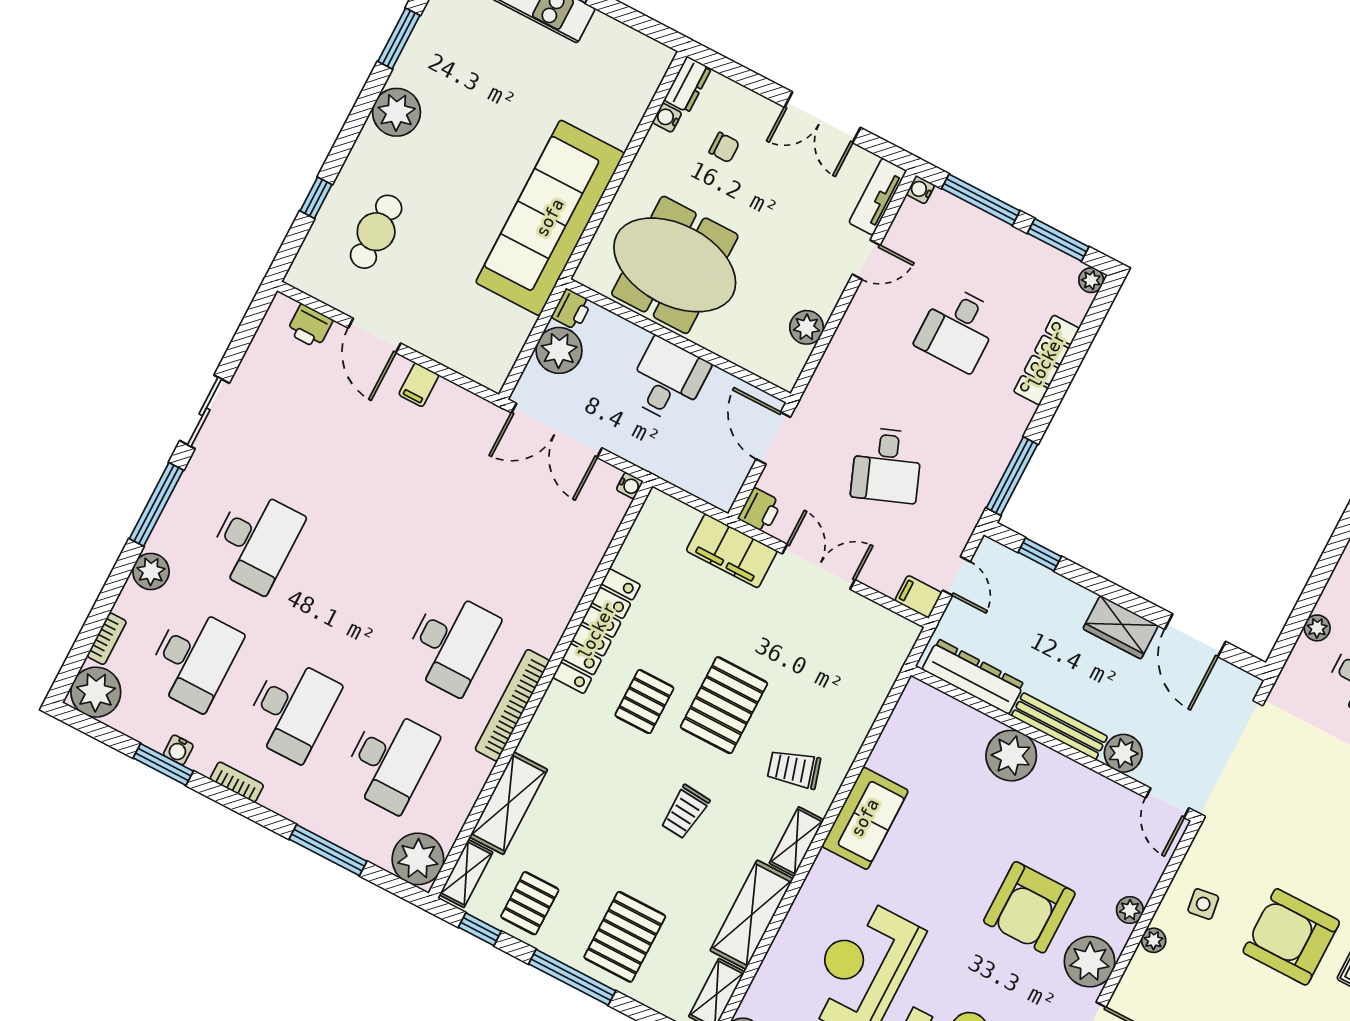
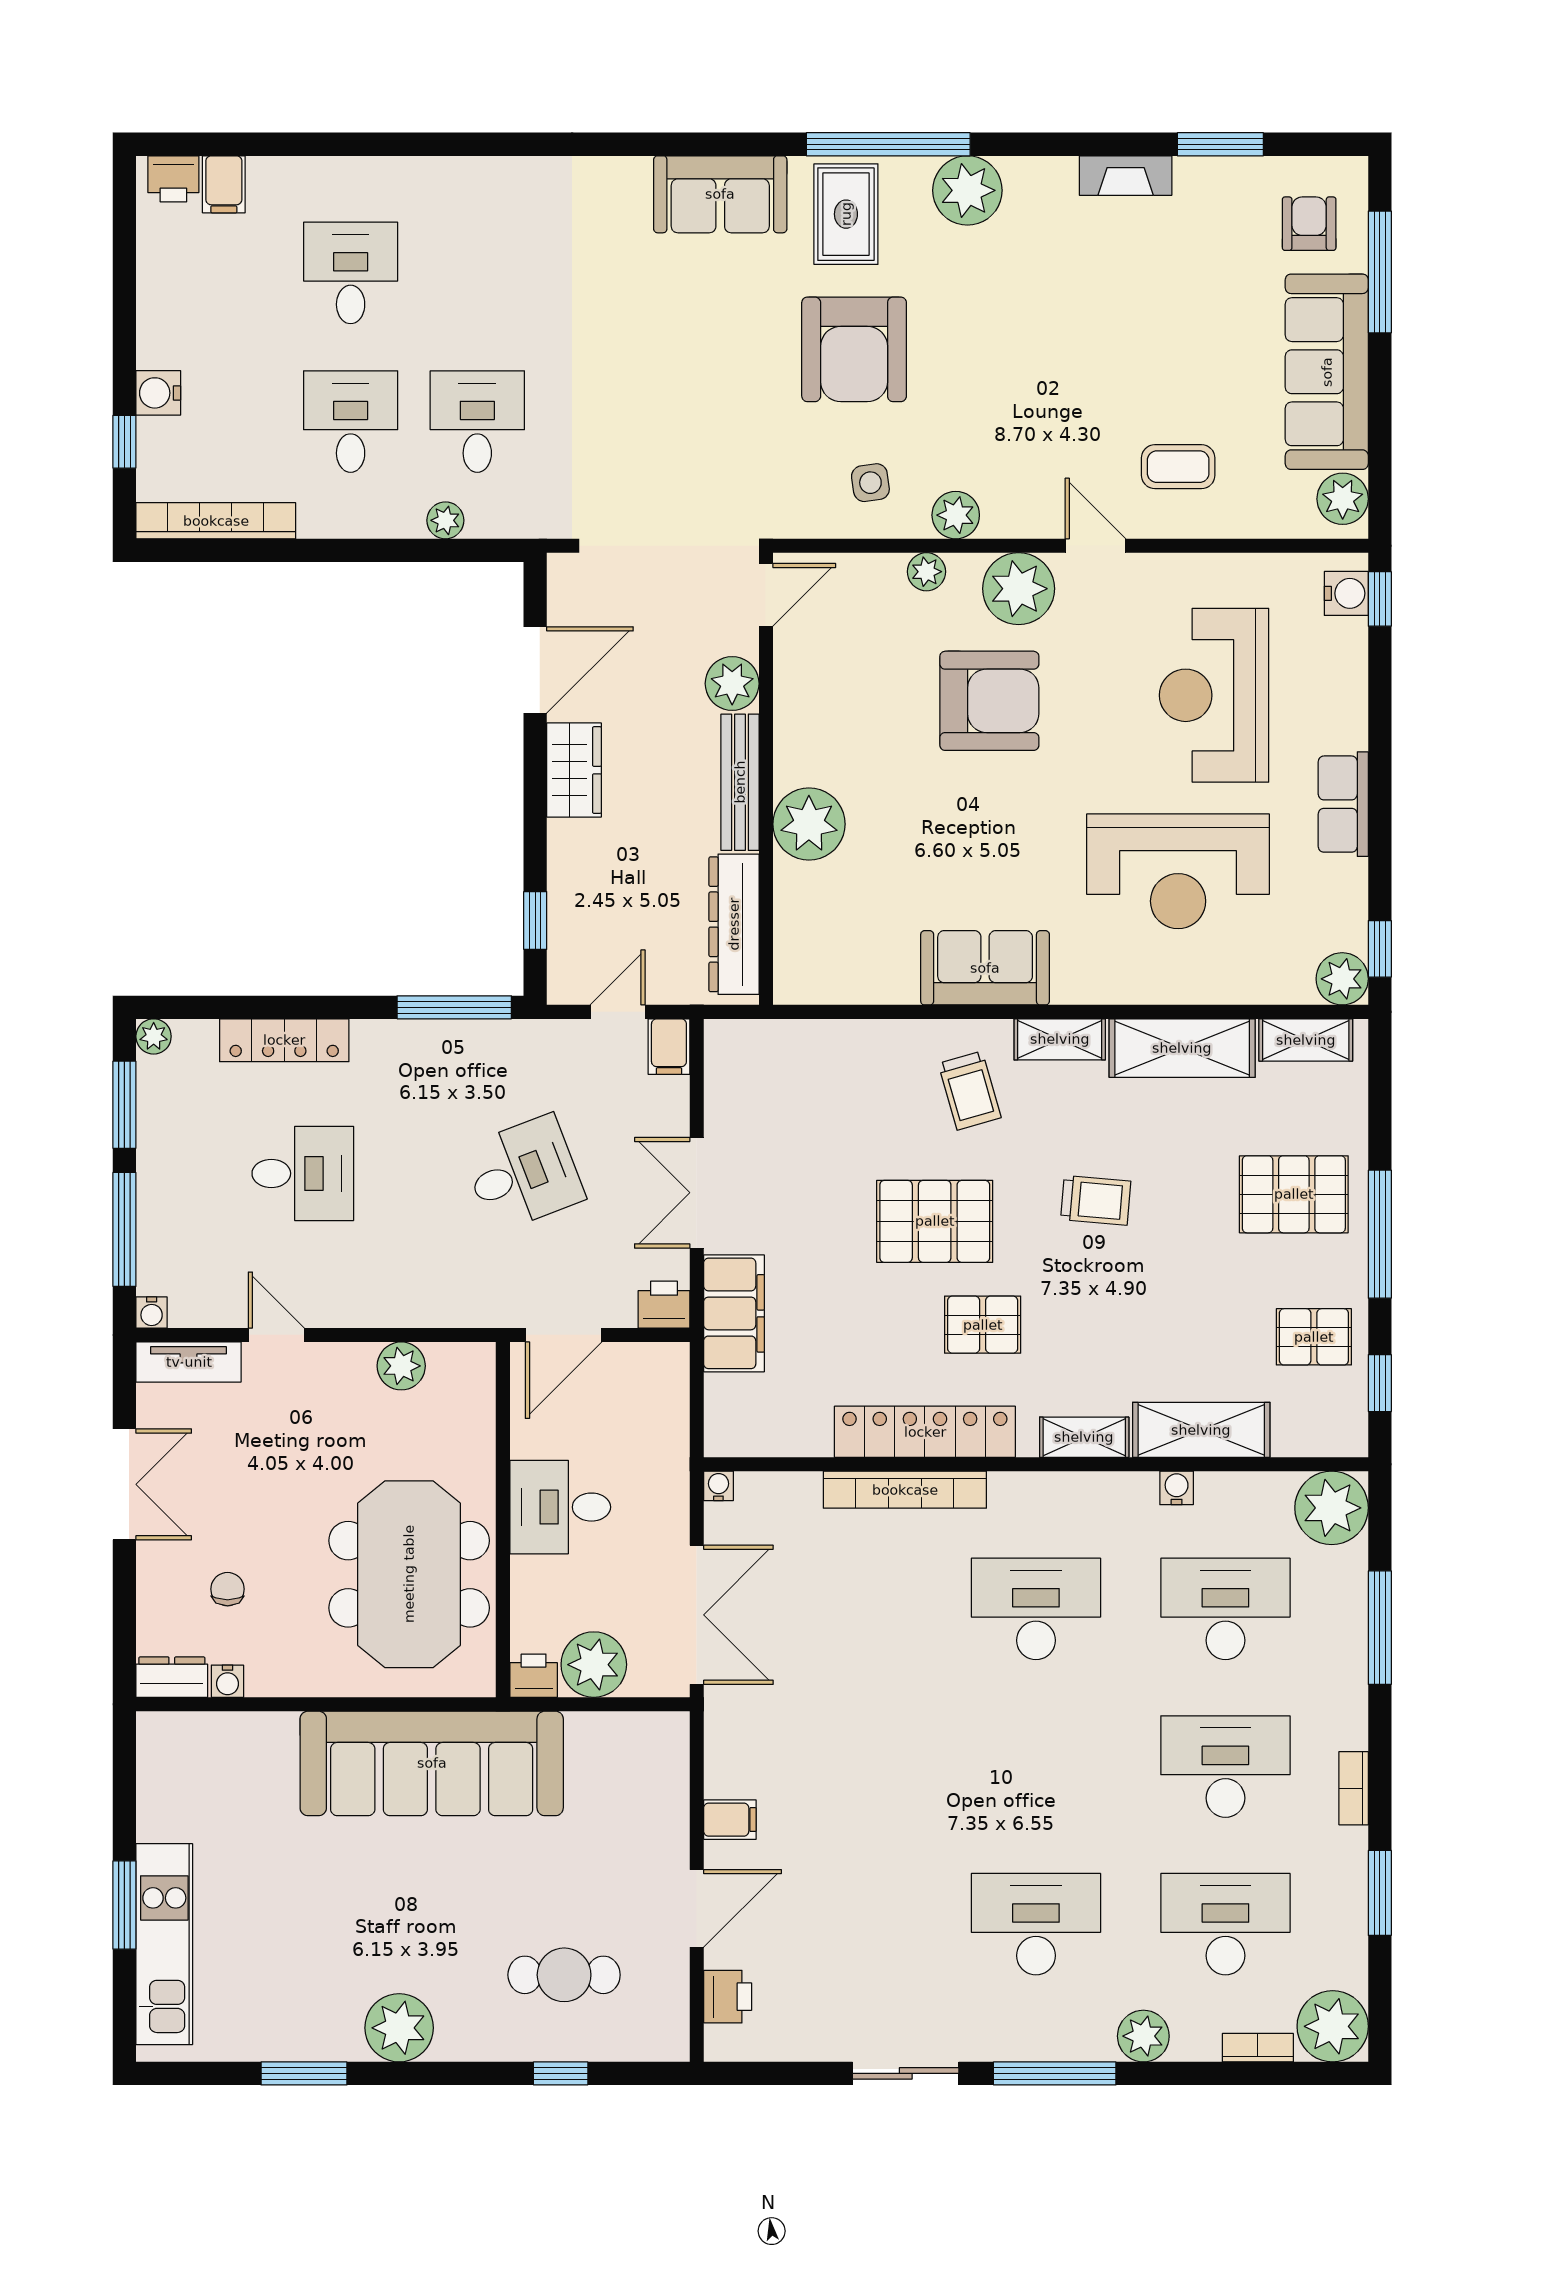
bookcase: (512, 705) -> (905, 1490), moved
water cooler: (178, 750) -> (1177, 1488), moved, turned -90
shelving: (466, 874) -> (1084, 1437), moved
plant: (1154, 940) -> (956, 515), width x1.38, depth x1.38

